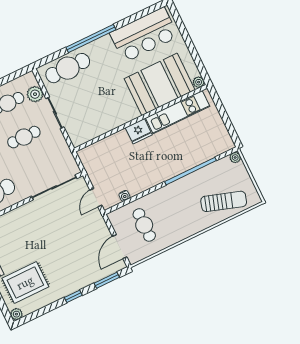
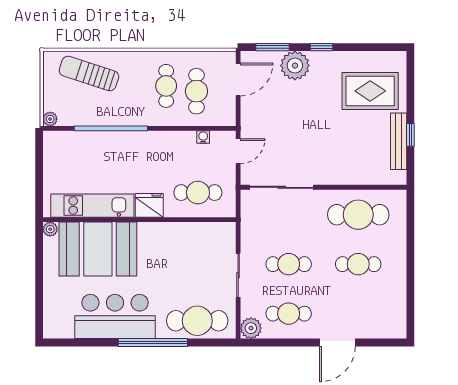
bar counter: (144, 35) -> (115, 316), moved
plant: (35, 94) -> (251, 328), moved
cafe table: (110, 156) -> (198, 193), added
cafe table: (167, 219) -> (166, 86), added
plant: (16, 314) -> (295, 66), moved, width x1.88, depth x1.88

